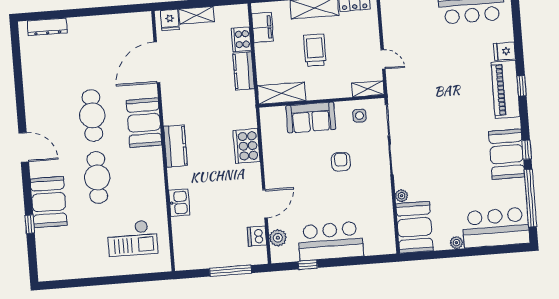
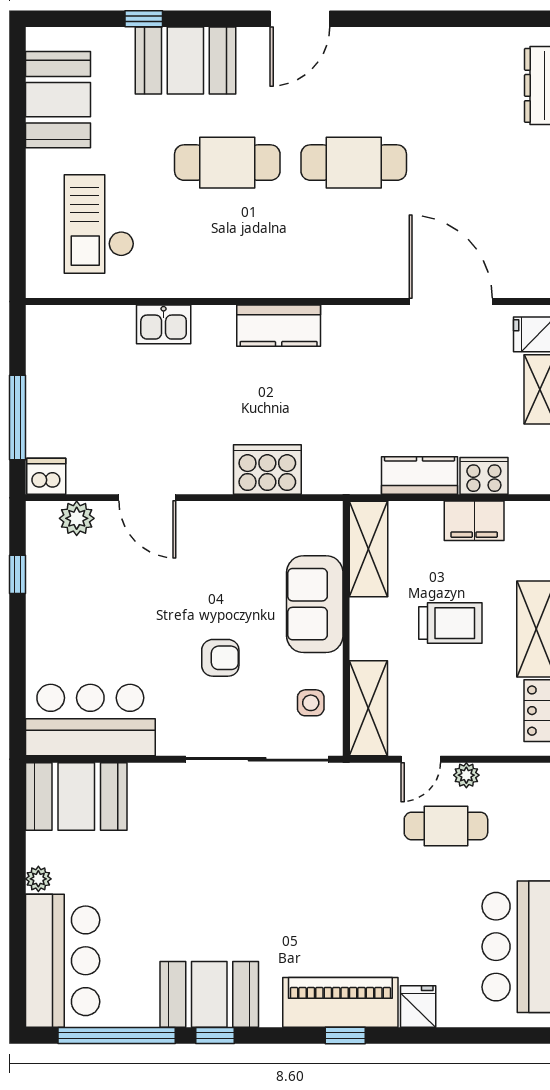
filing cabinet: (263, 28) -> (474, 521), moved
cafe table: (415, 44) -> (446, 826), added
shelving: (368, 89) -> (368, 708), width x1.50, depth x1.33
booth: (144, 123) -> (58, 100), moved, turned 90
plant: (402, 196) -> (466, 775), moved
dishwasher: (257, 236) -> (46, 476), moved
bar counter: (331, 241) -> (90, 720), moved, turned -90

